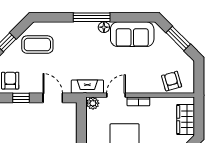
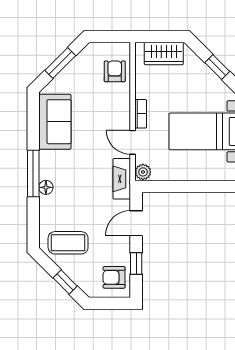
floor lamp: (104, 27) -> (46, 187), moved
coffee table: (37, 45) -> (68, 243), turned 90
armchair: (172, 81) -> (115, 71), turned 106

